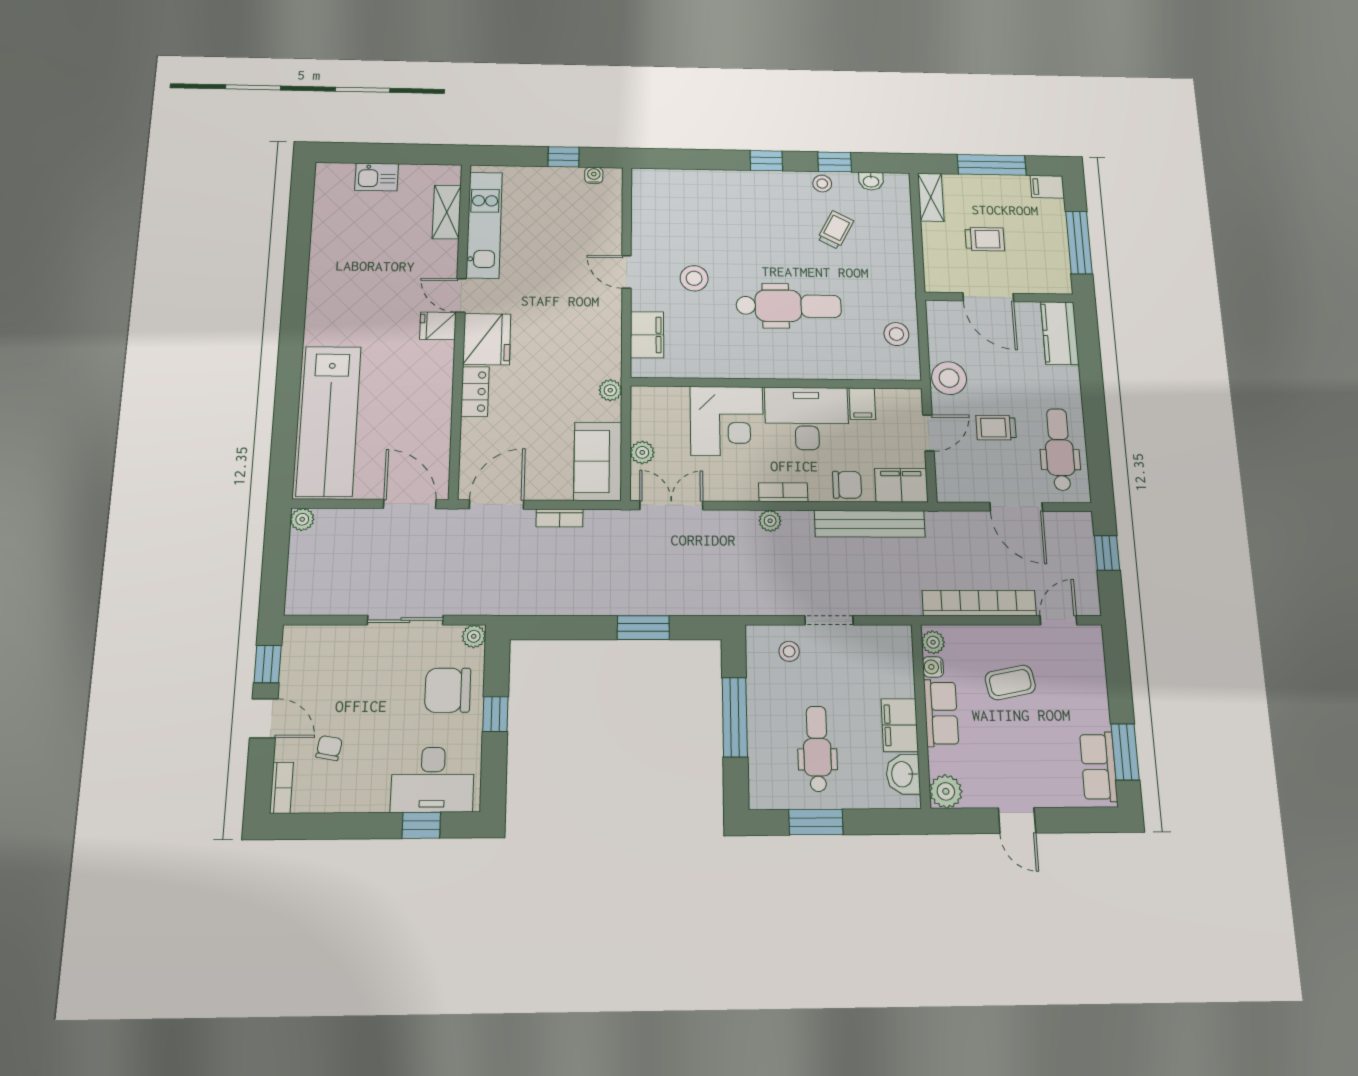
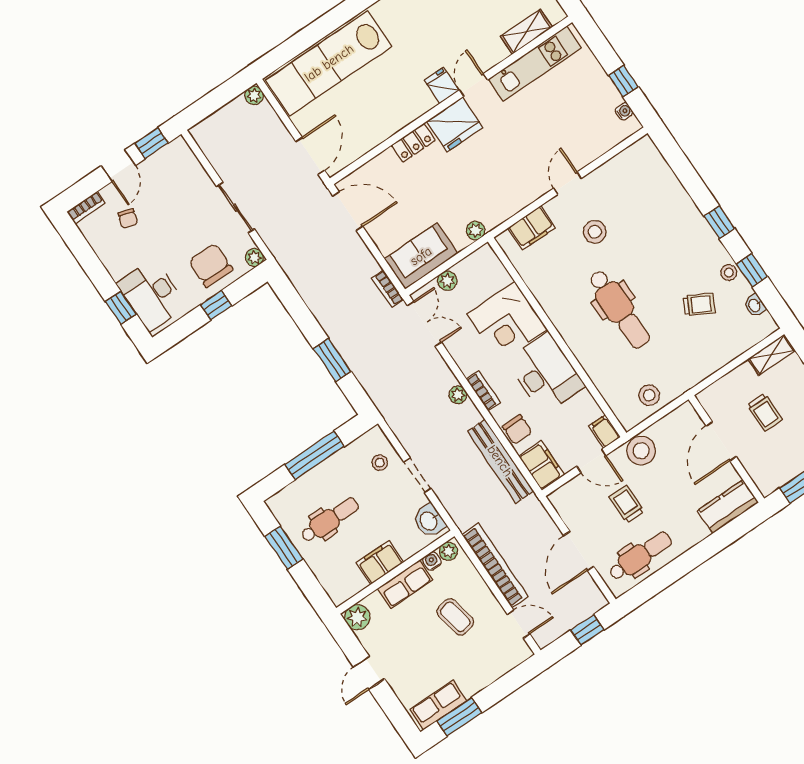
filing cabinet: (862, 404) -> (605, 431), moved, turned 90
bookcase: (560, 518) -> (388, 289), moved
chair: (329, 748) -> (128, 219), turned 98
washbasin: (903, 774) -> (429, 521), moved, turned -90

